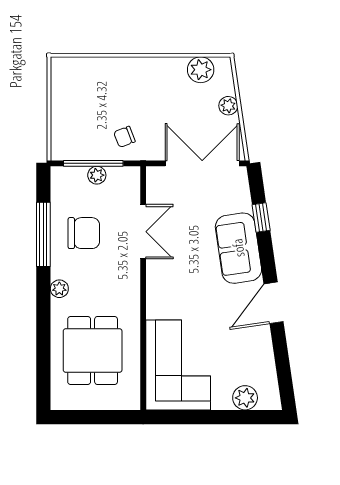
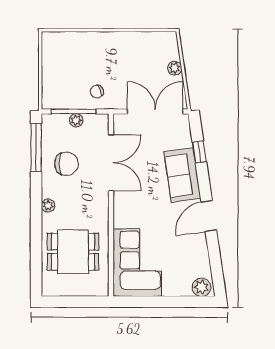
plant: (201, 70) -> (154, 41), removed
double door: (143, 232) -> (111, 163), width x1.37
window: (43, 234) -> (36, 148), moved
dining table: (93, 350) -> (73, 252), turned 90
plant: (245, 398) -> (202, 287), moved

